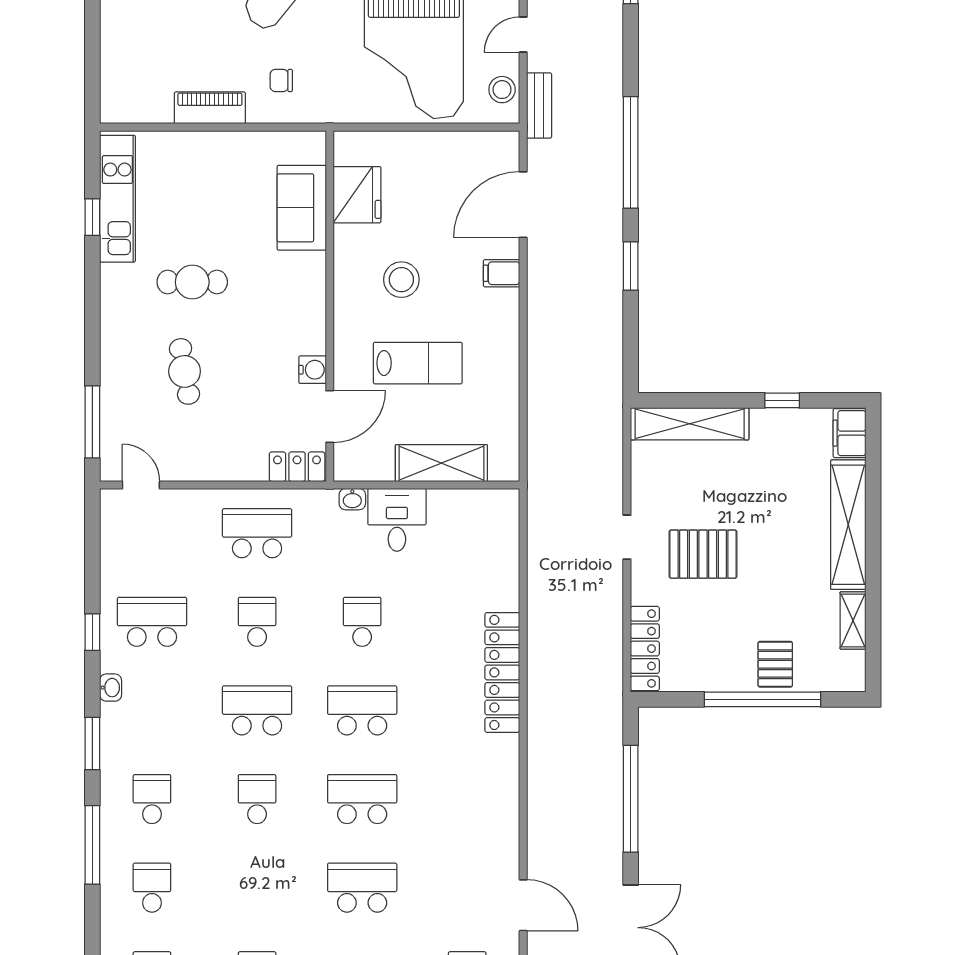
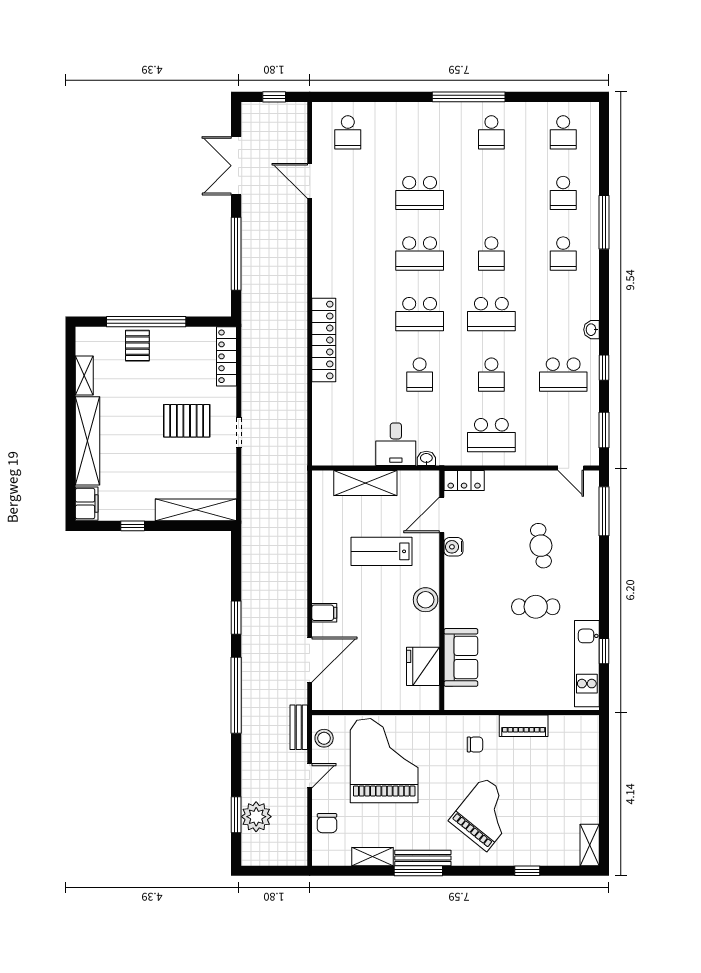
stool: (401, 280) -> (426, 600), moved
window: (92, 744) -> (604, 430), moved

